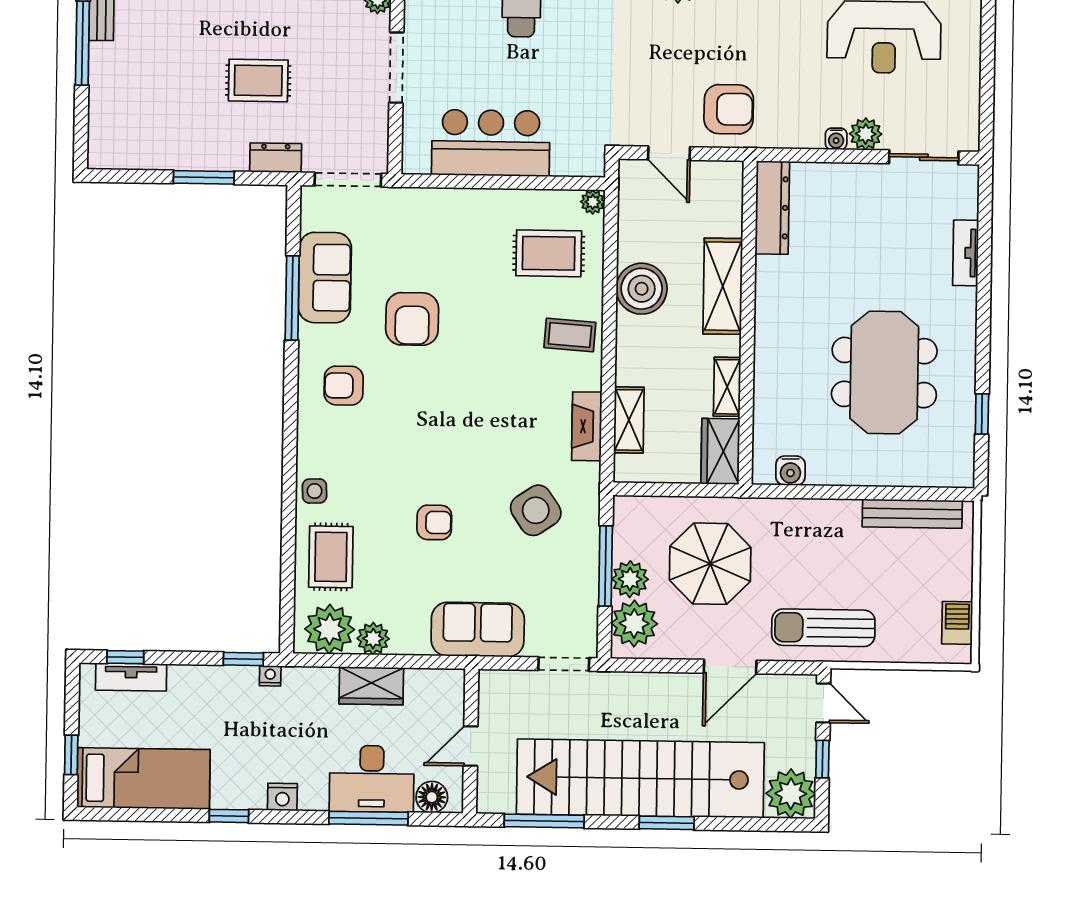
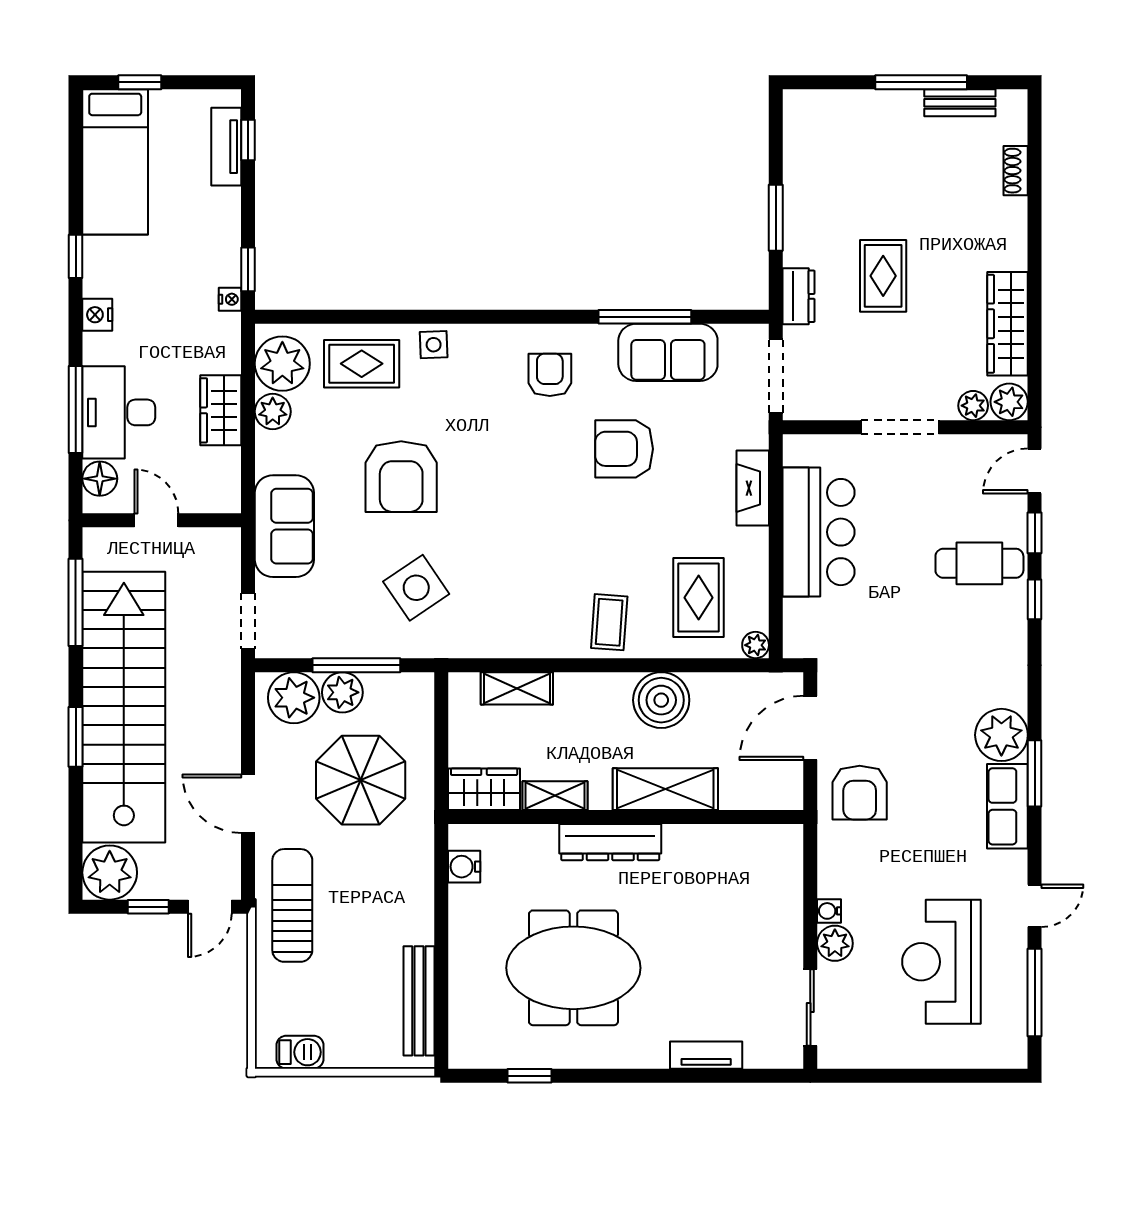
door: (669, 153) -> (810, 728), width x1.38
dresser: (772, 208) -> (610, 842), moved
fireplace: (587, 426) -> (753, 488), moved, turned -90
armchair: (434, 522) -> (401, 477), width x1.88, depth x1.88

